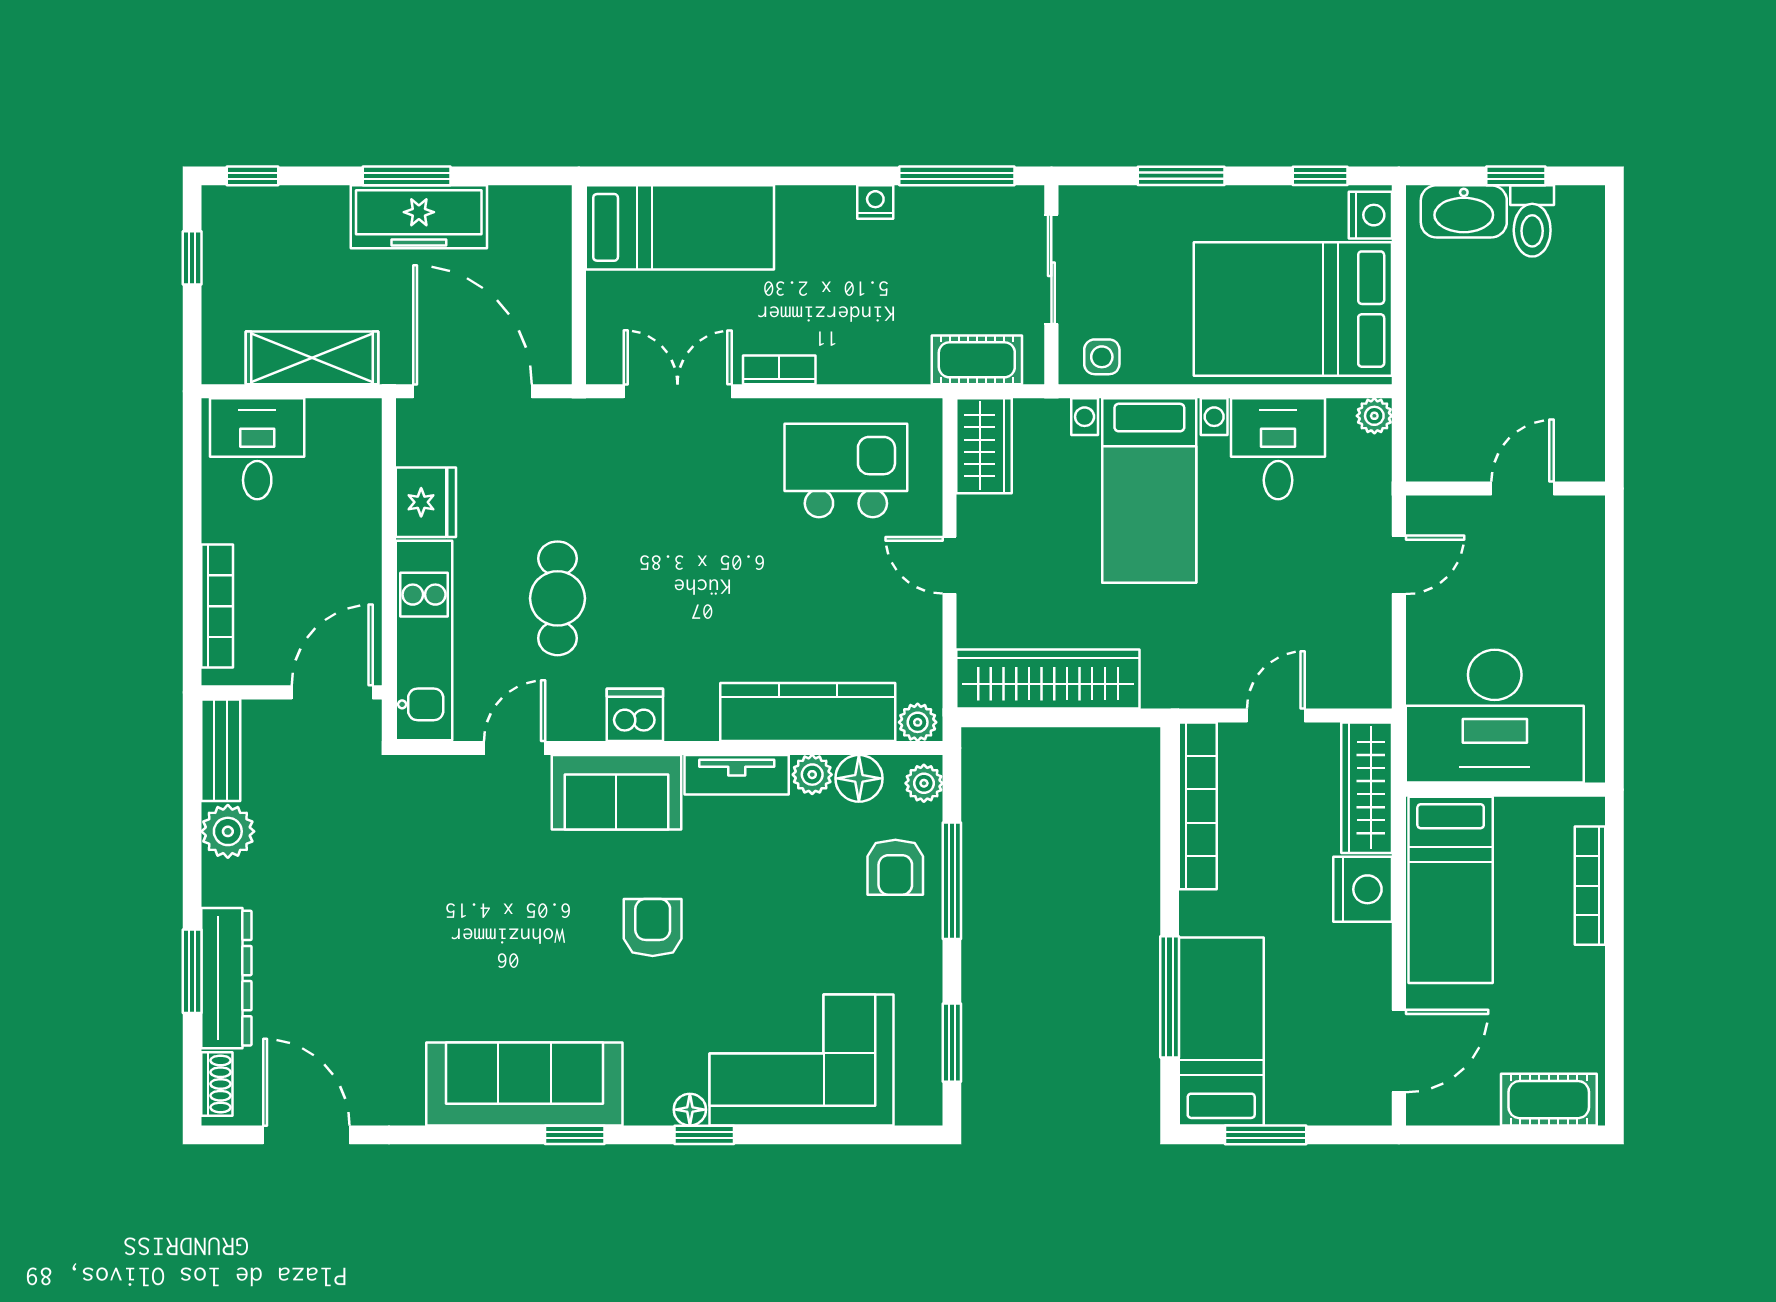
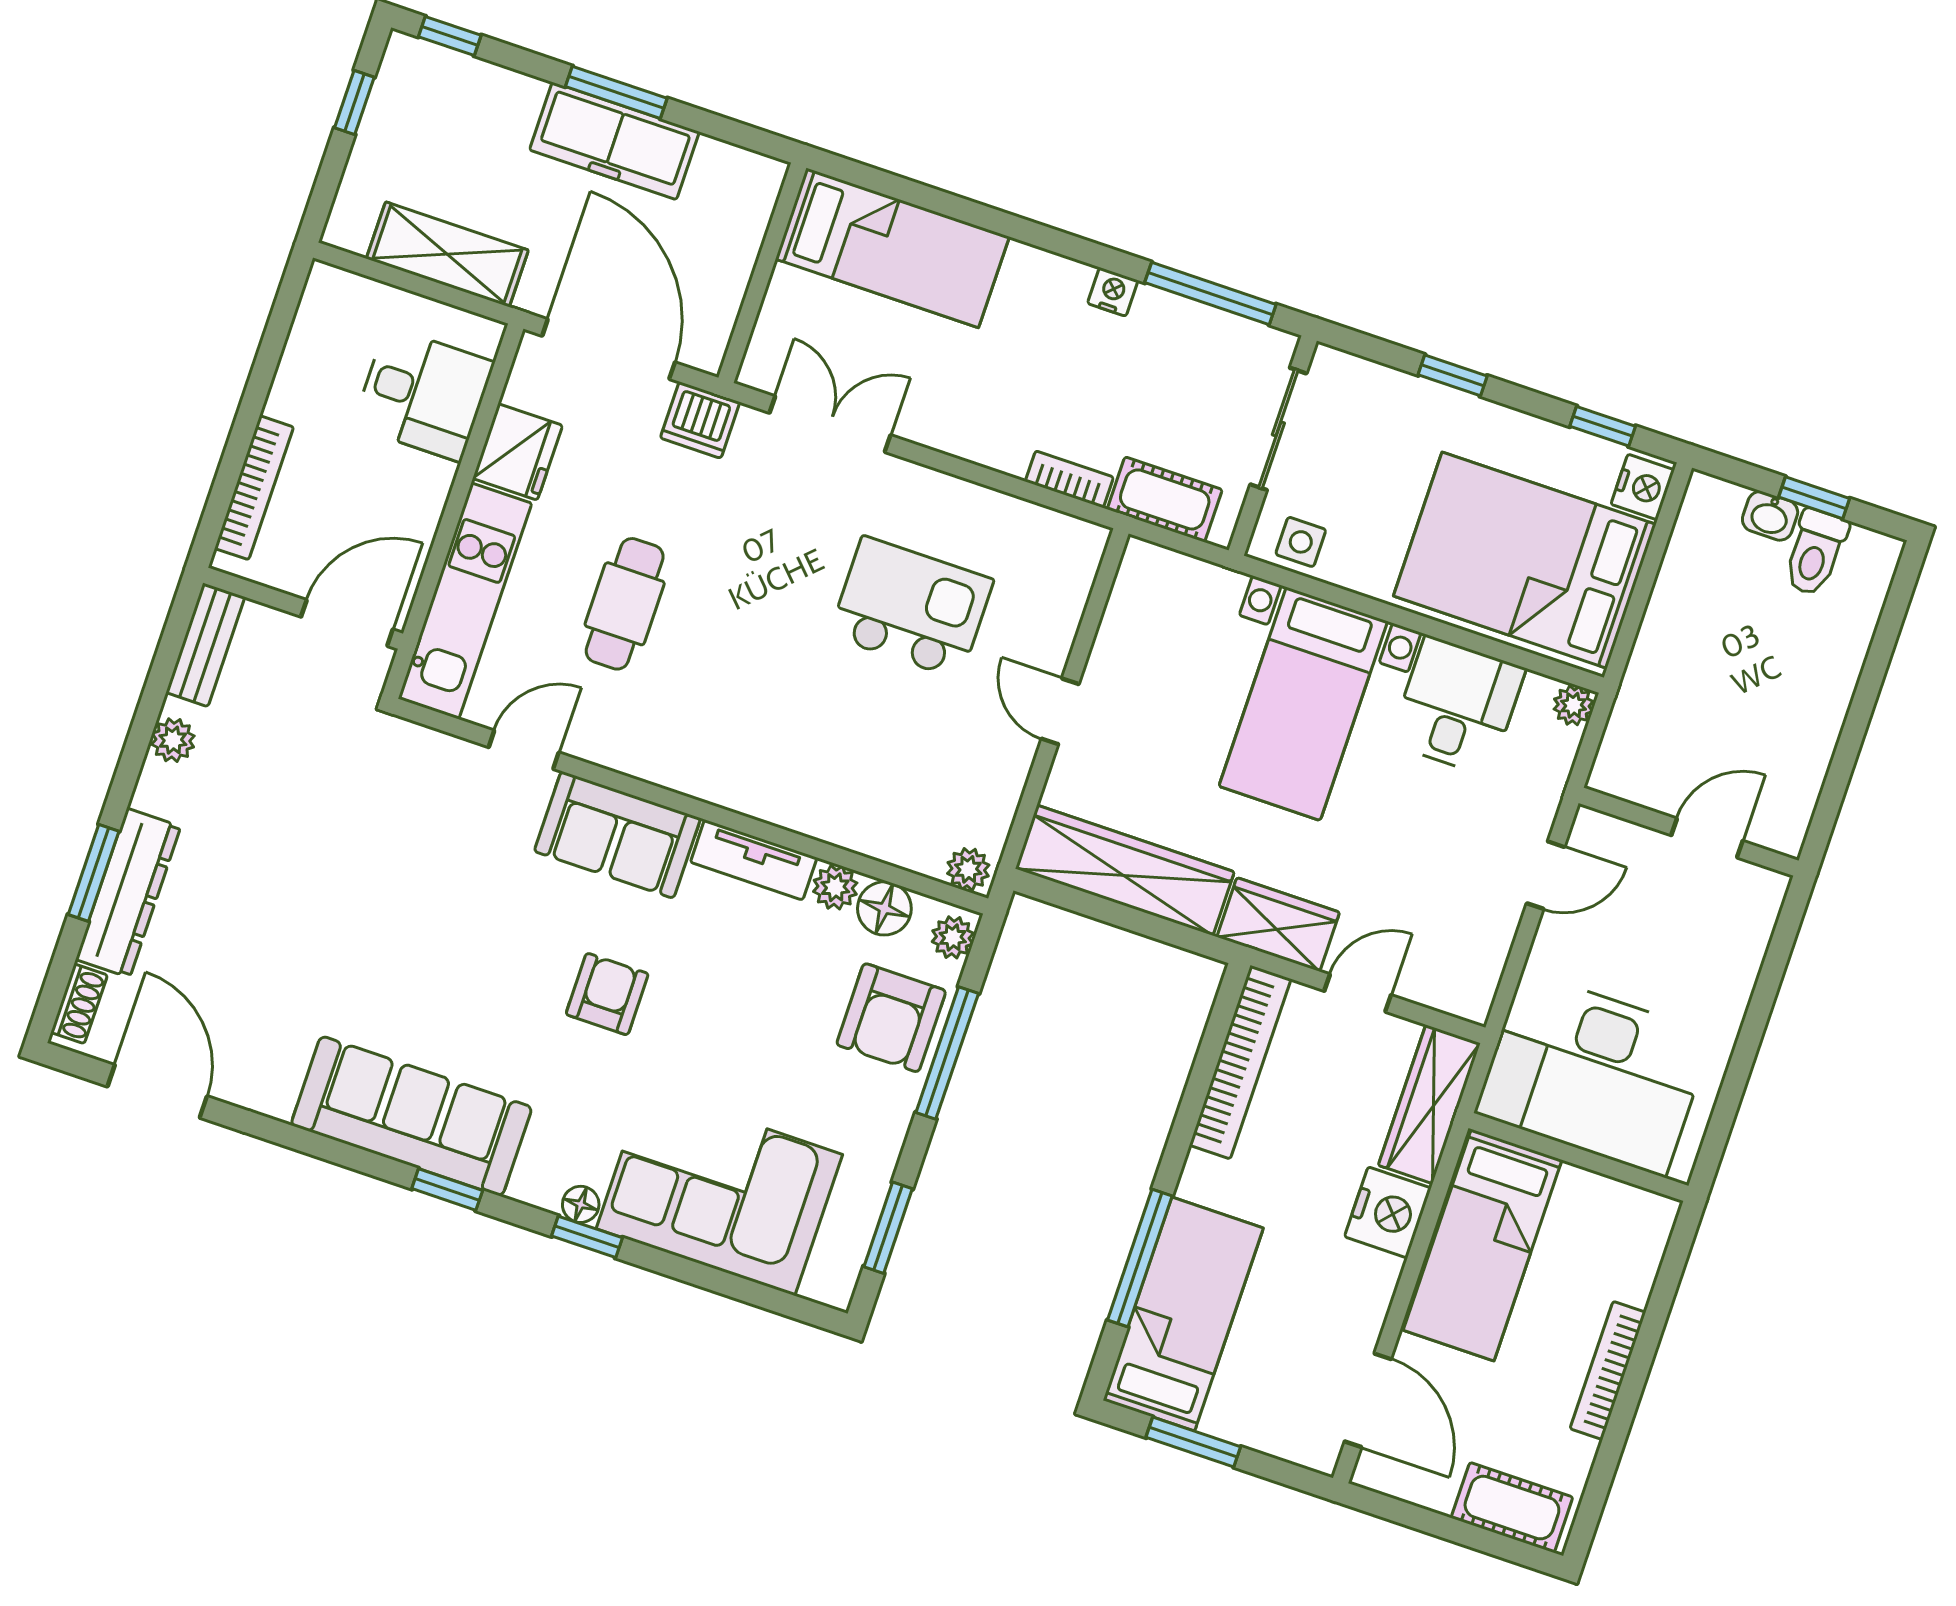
window: (1181, 176) -> (1453, 375), width x0.67
washbasin: (1464, 211) -> (1770, 516), width x0.52, depth x0.69
bookcase: (779, 370) -> (1069, 479), moved
wardrobe: (984, 446) -> (1278, 925), moved, turned -90
desk: (257, 449) -> (423, 394), moved, turned 90
kitchen island: (846, 471) -> (911, 608), moved
kitchen counter: (808, 712) -> (853, 818), removed
dishwasher: (635, 715) -> (700, 420), moved, turned 180
plant: (228, 831) -> (173, 740), width x0.73, depth x0.73
armchair: (895, 867) -> (891, 1018), width x1.38, depth x1.38
bookcase: (1590, 886) -> (1608, 1370), moved
door: (1399, 1051) -> (1368, 1400), hinge flipped

